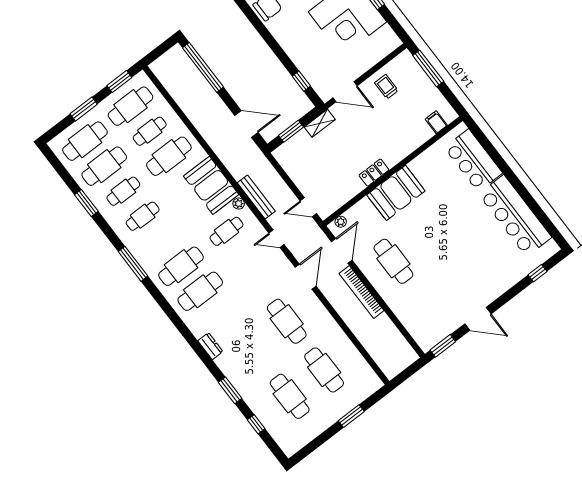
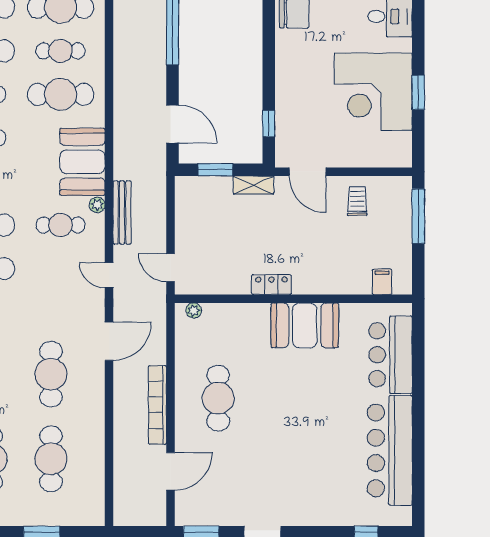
booth: (396, 193) -> (305, 325), moved
door: (342, 251) -> (170, 471), moved

